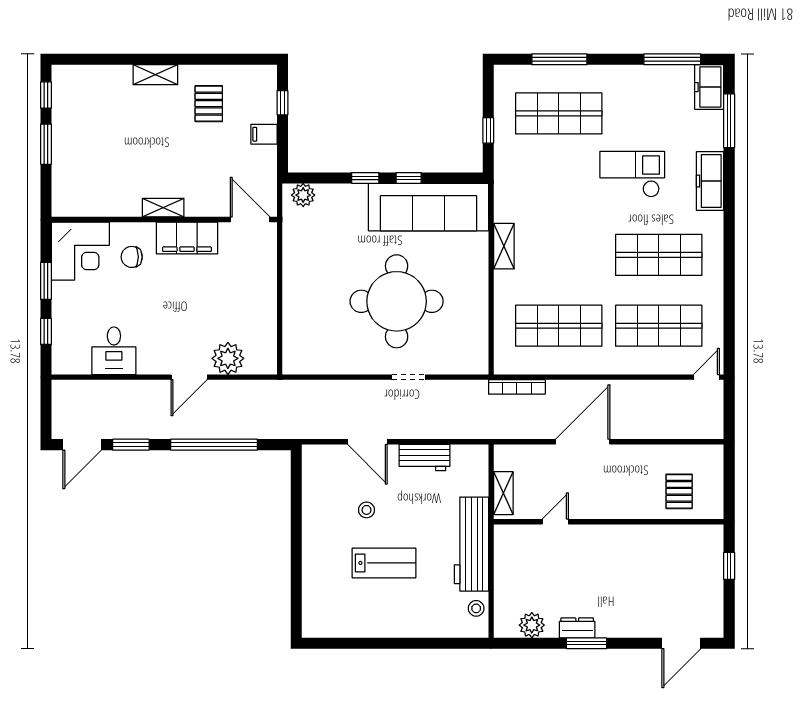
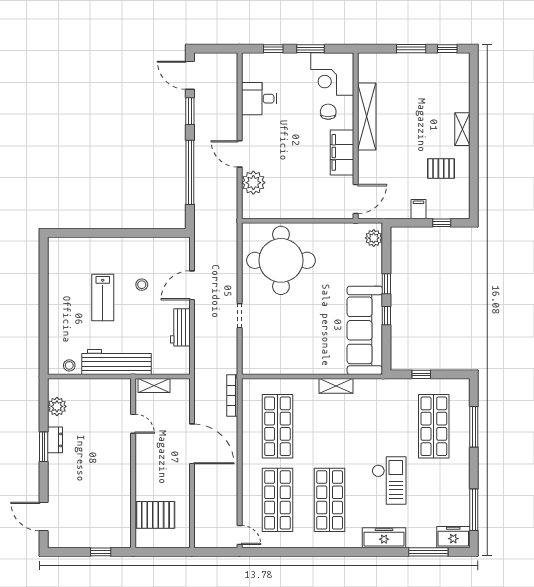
shelving: (163, 208) -> (367, 117), width x2.20, depth x1.33
round table: (397, 301) -> (281, 260), moved
pallet: (679, 491) -> (155, 515), width x1.50, depth x1.42

